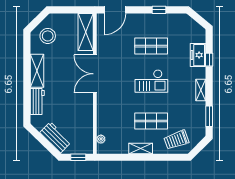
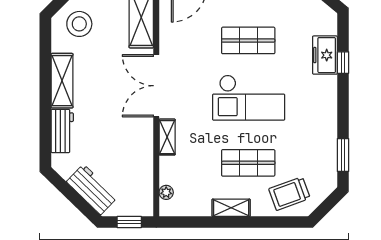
checkout: (151, 81) -> (249, 98), width x1.36, depth x1.21
shelving: (201, 90) -> (167, 137), moved

